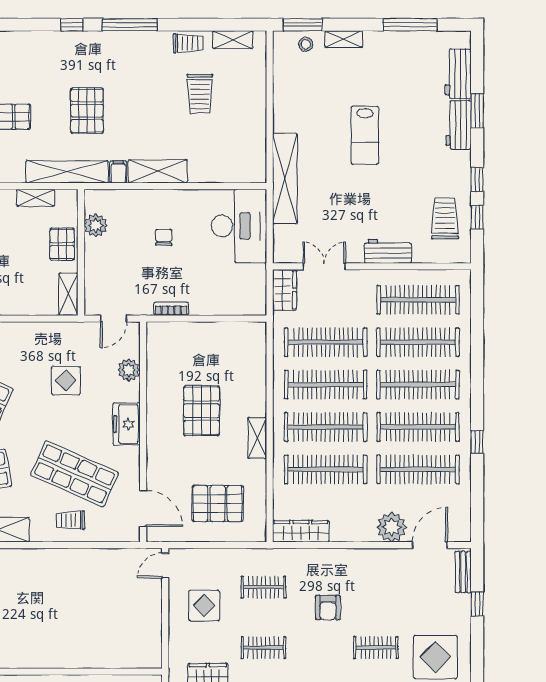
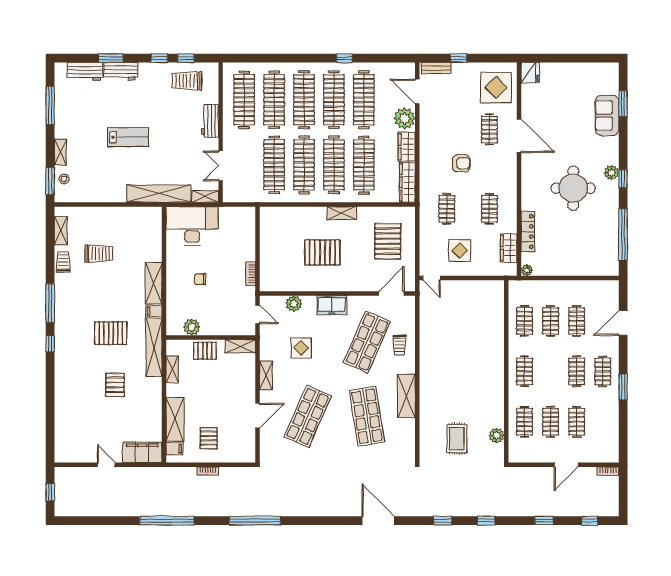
shelving: (281, 244) -> (205, 196), added
wardrobe: (284, 290) -> (407, 147), moved, turned -90
shelving: (27, 331) -> (266, 375), added

